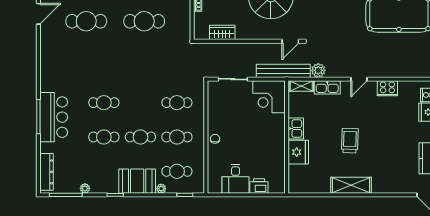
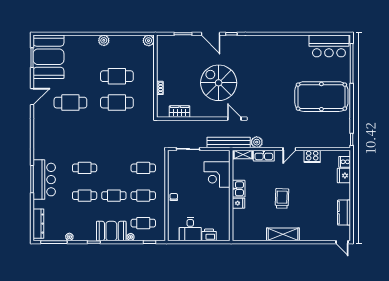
door: (290, 41) -> (234, 119), swing flipped
corner desk: (269, 97) -> (217, 175), moved
fridge: (298, 152) -> (239, 203), width x0.53, depth x0.75

